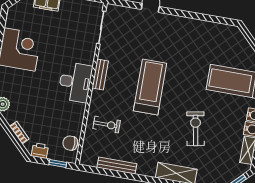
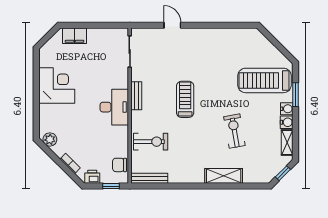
treadmill: (150, 87) -> (185, 99), width x0.73, depth x0.73
exercise bike: (107, 125) -> (151, 142), width x1.38, depth x1.39
bench: (117, 166) -> (149, 178), moved

